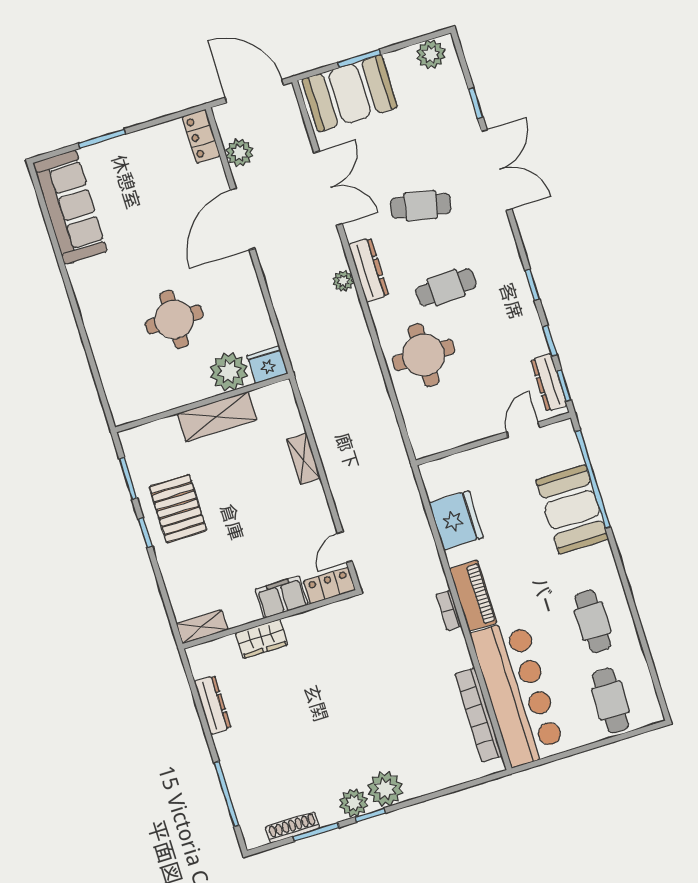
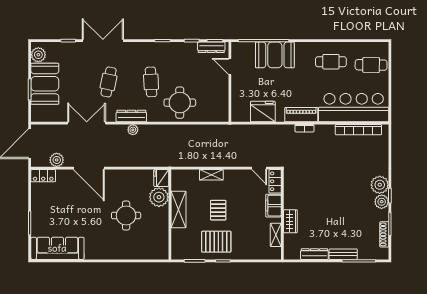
booth: (350, 93) -> (45, 84), moved
pallet: (240, 493) -> (218, 210), added
shelving: (202, 627) -> (276, 235), moved
bench: (230, 760) -> (343, 254), added

